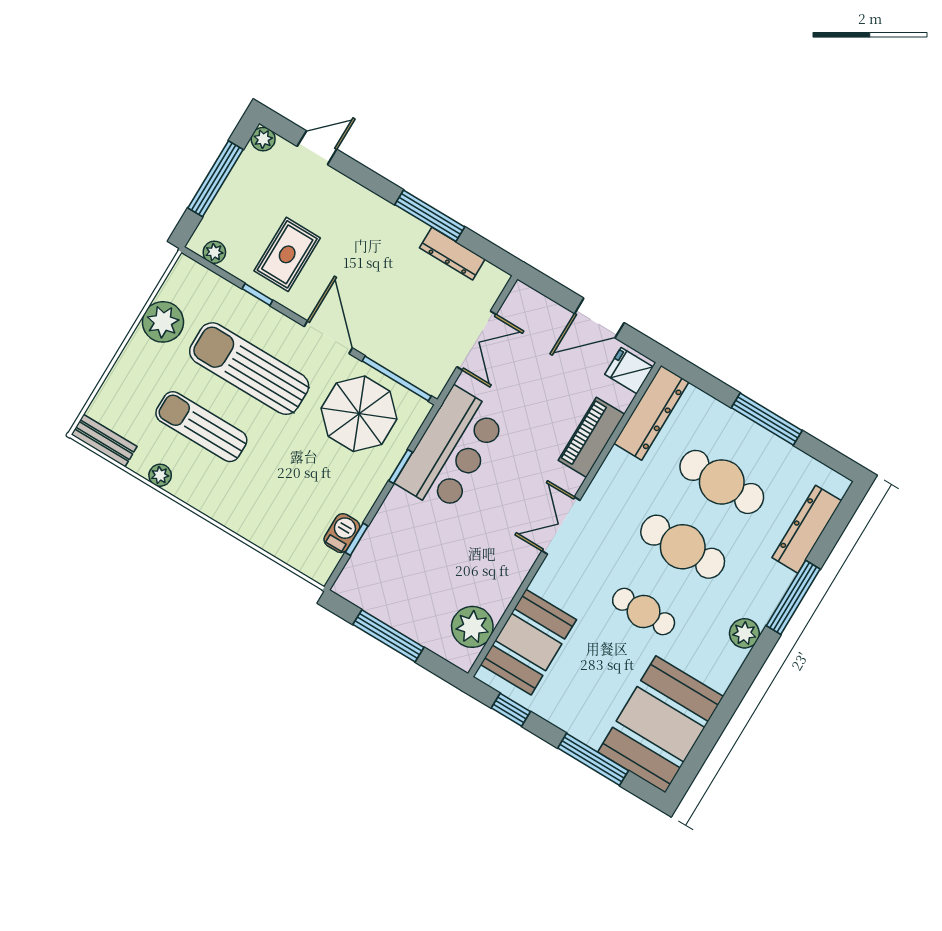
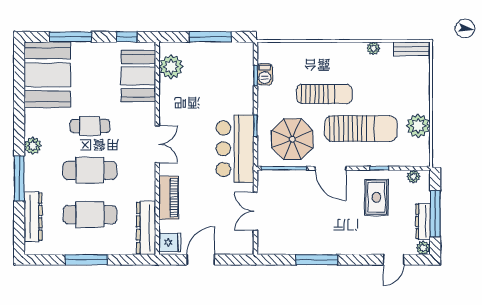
dresser: (452, 254) -> (423, 221), moved, turned -90
sun lounger: (201, 427) -> (324, 94), moved

